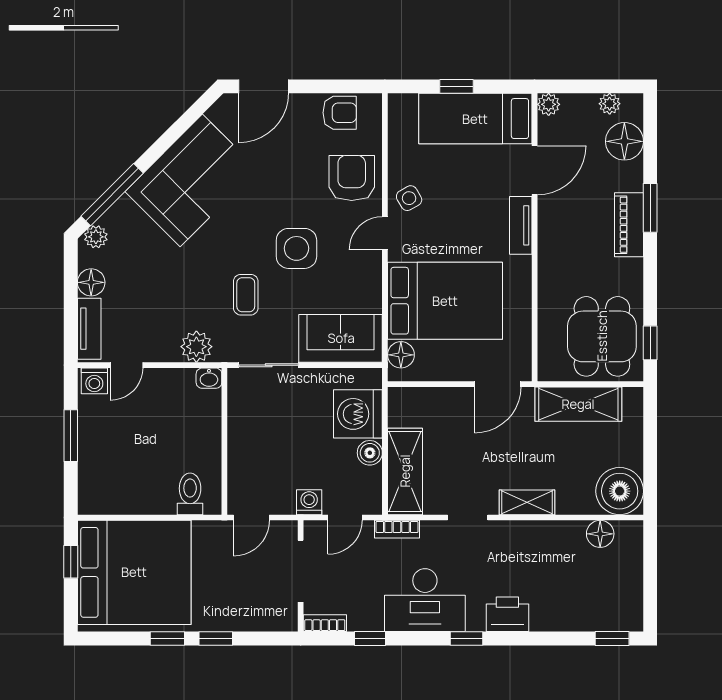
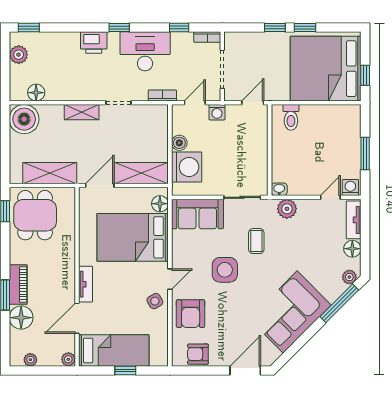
floor lamp: (624, 141) -> (21, 318), moved
shelving: (405, 471) -> (141, 173), moved, turned 90
plant: (629, 595) -> (19, 55), added

